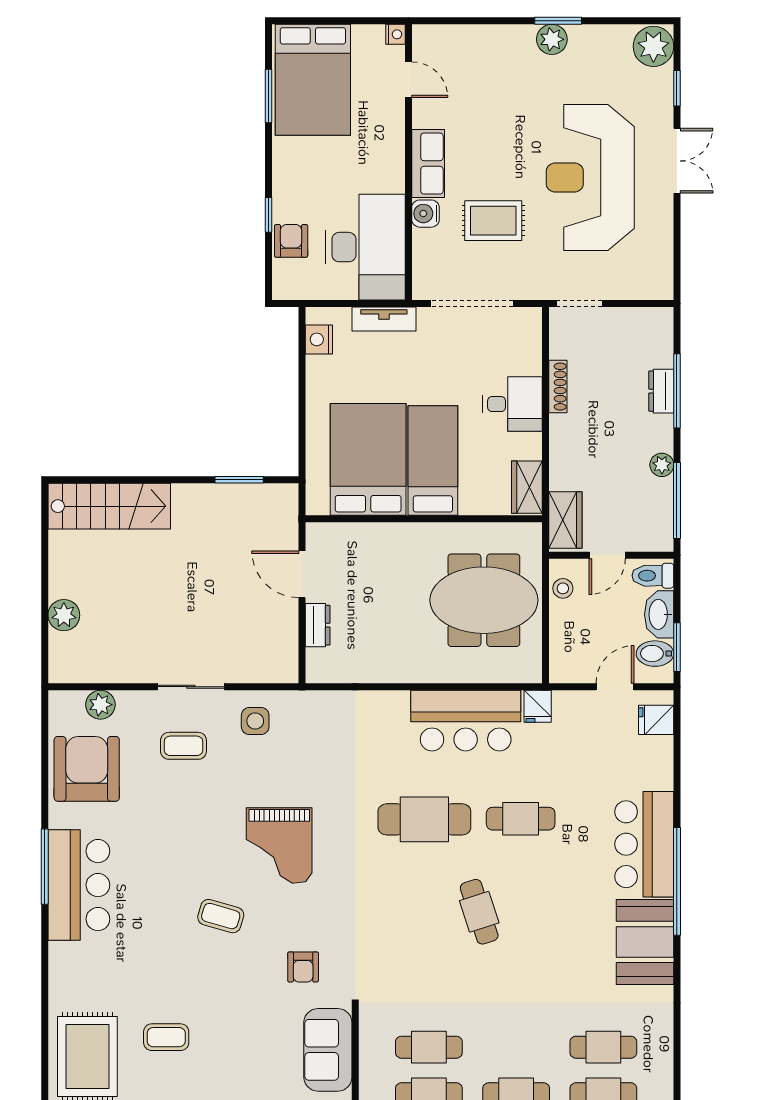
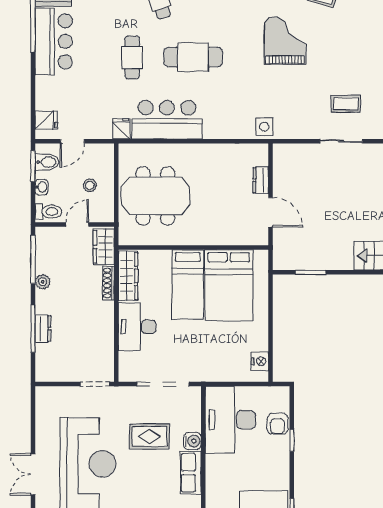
tv unit: (384, 319) -> (219, 374), removed
shoe rack: (558, 387) -> (109, 283), moved
desk: (513, 404) -> (137, 327), width x1.37
wardrobe: (527, 487) -> (128, 276), width x1.50
stool: (563, 588) -> (90, 185), moved
washbasin: (659, 614) -> (41, 187), width x0.52, depth x0.69
side table: (255, 721) -> (264, 127), moved
cafe table: (521, 819) -> (132, 58), turned 90

